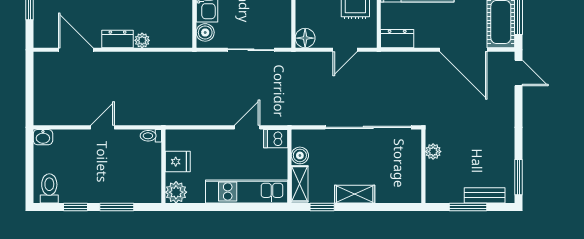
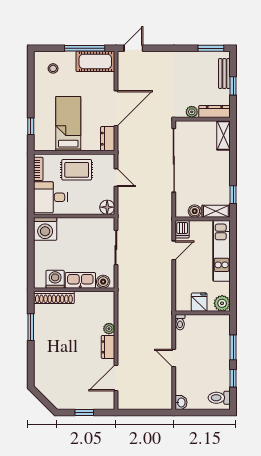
door: (463, 50) -> (116, 108), moved
door: (247, 127) -> (174, 250), swing flipped
dresser: (434, 182) -> (214, 112), added
shelving: (355, 194) -> (223, 135), moved
window: (468, 207) -> (233, 86), width x0.67

